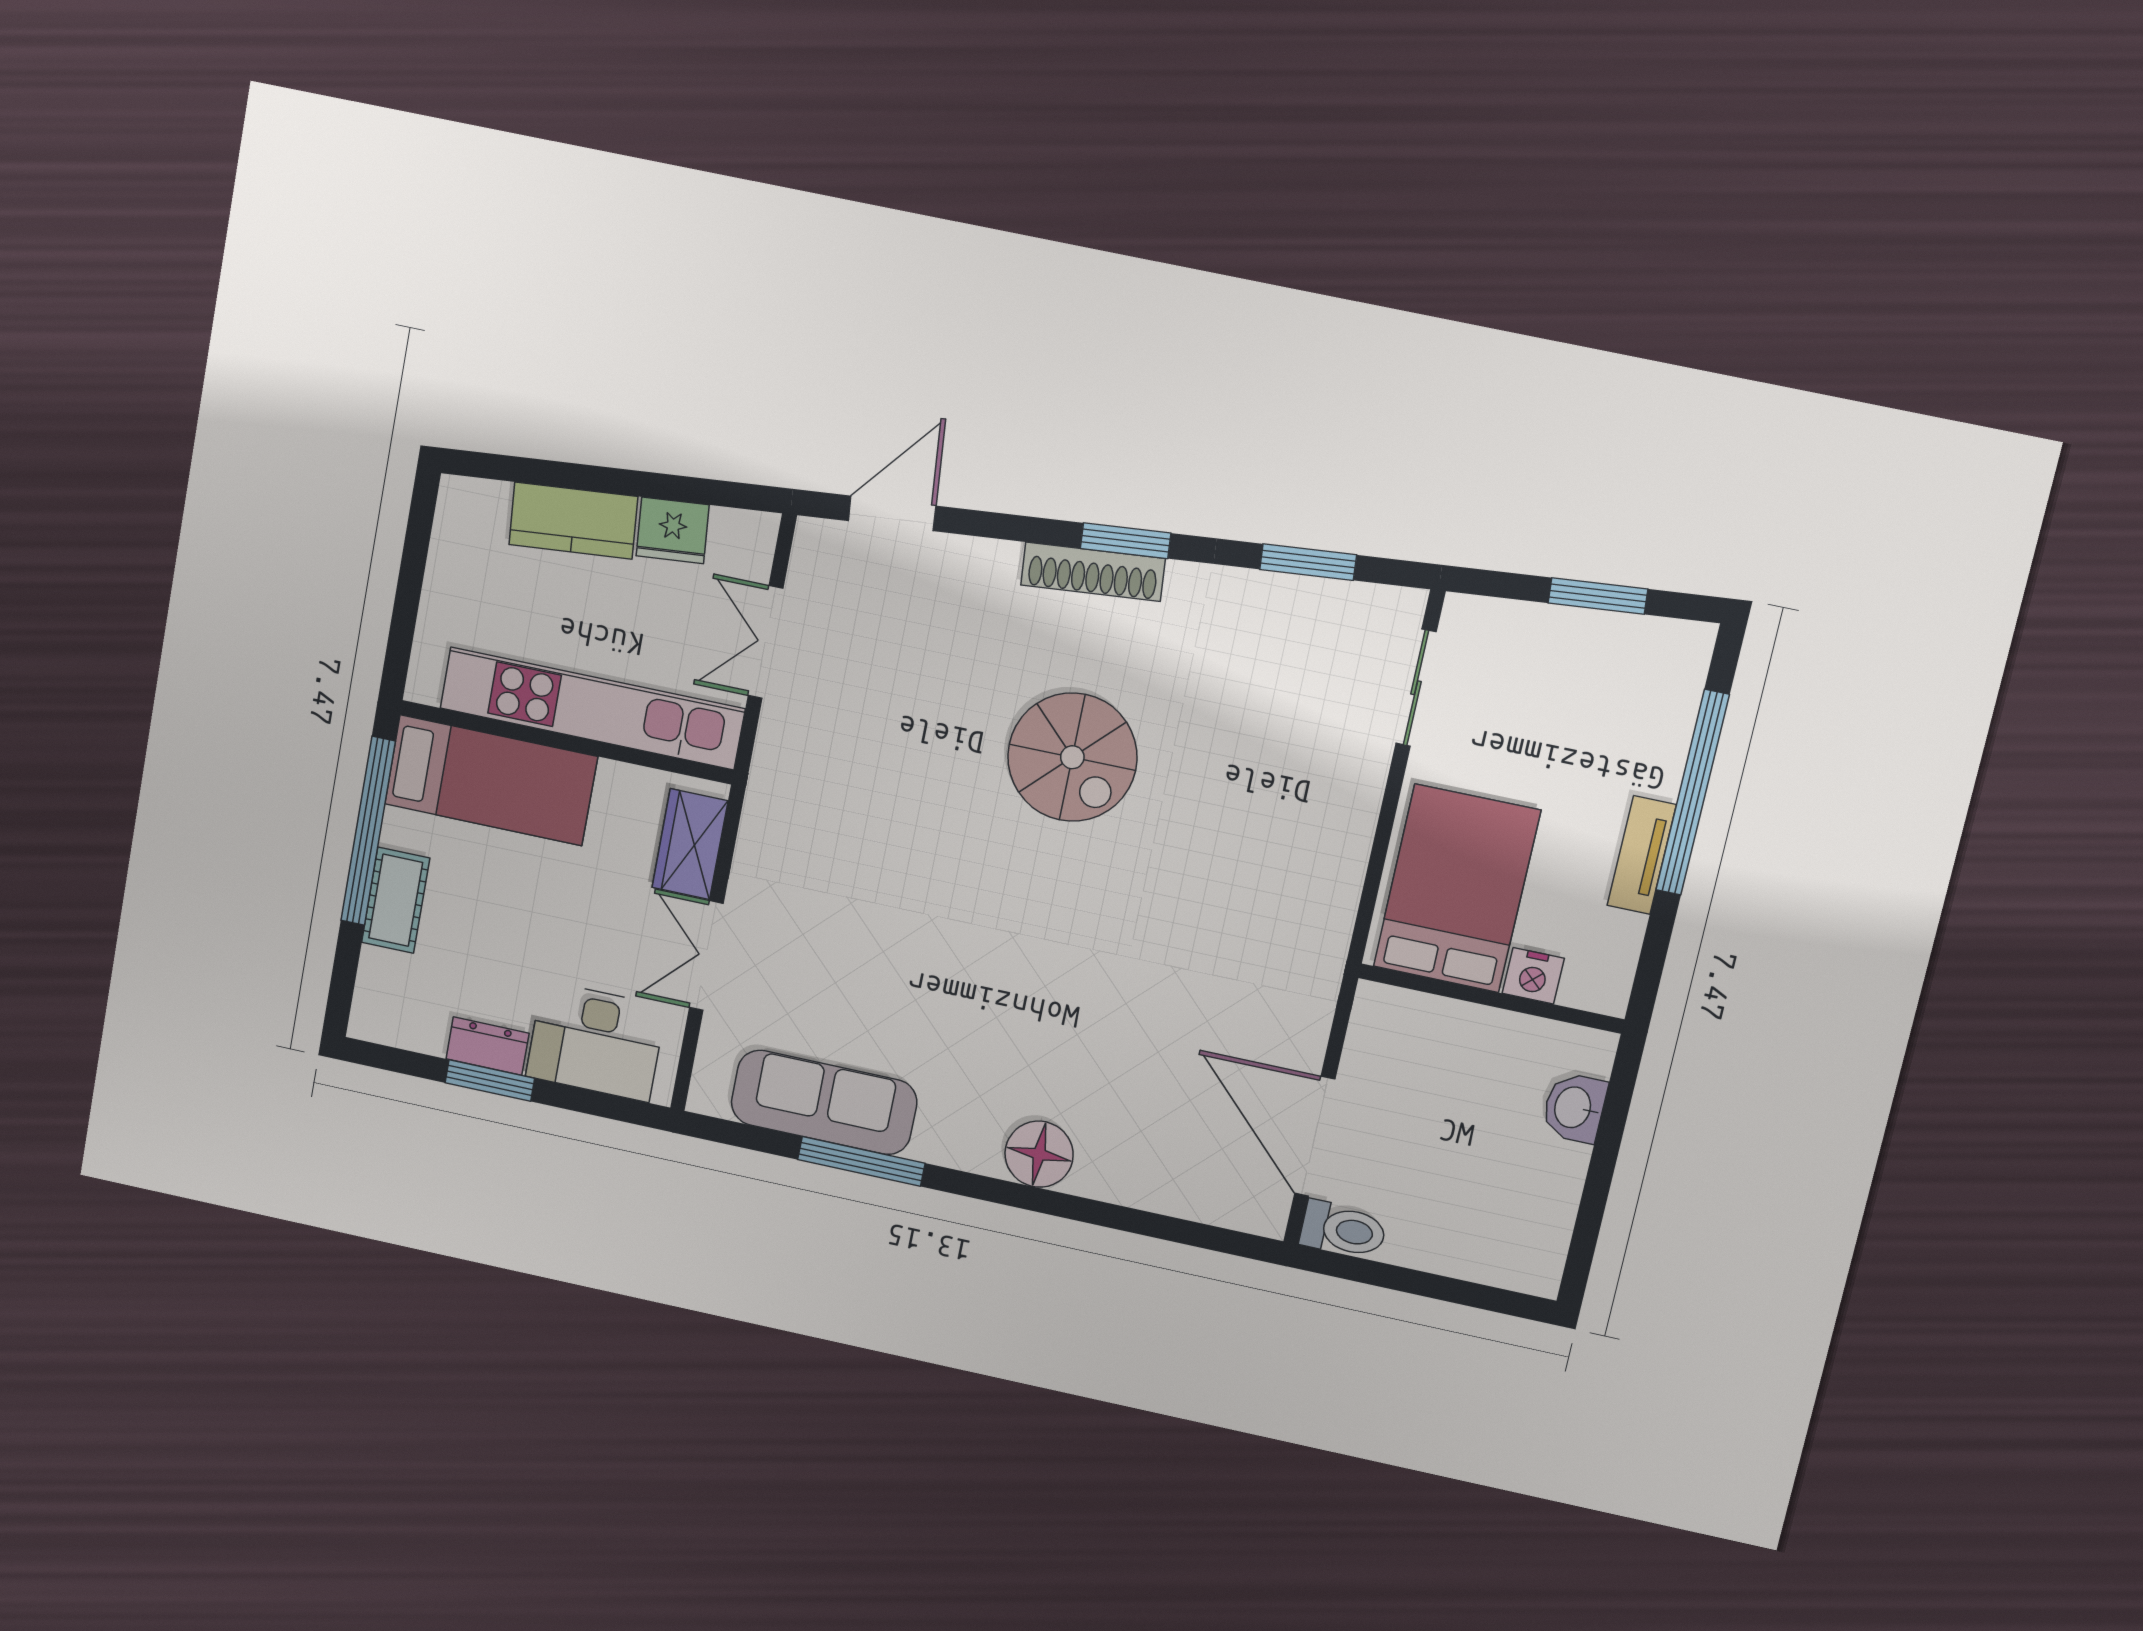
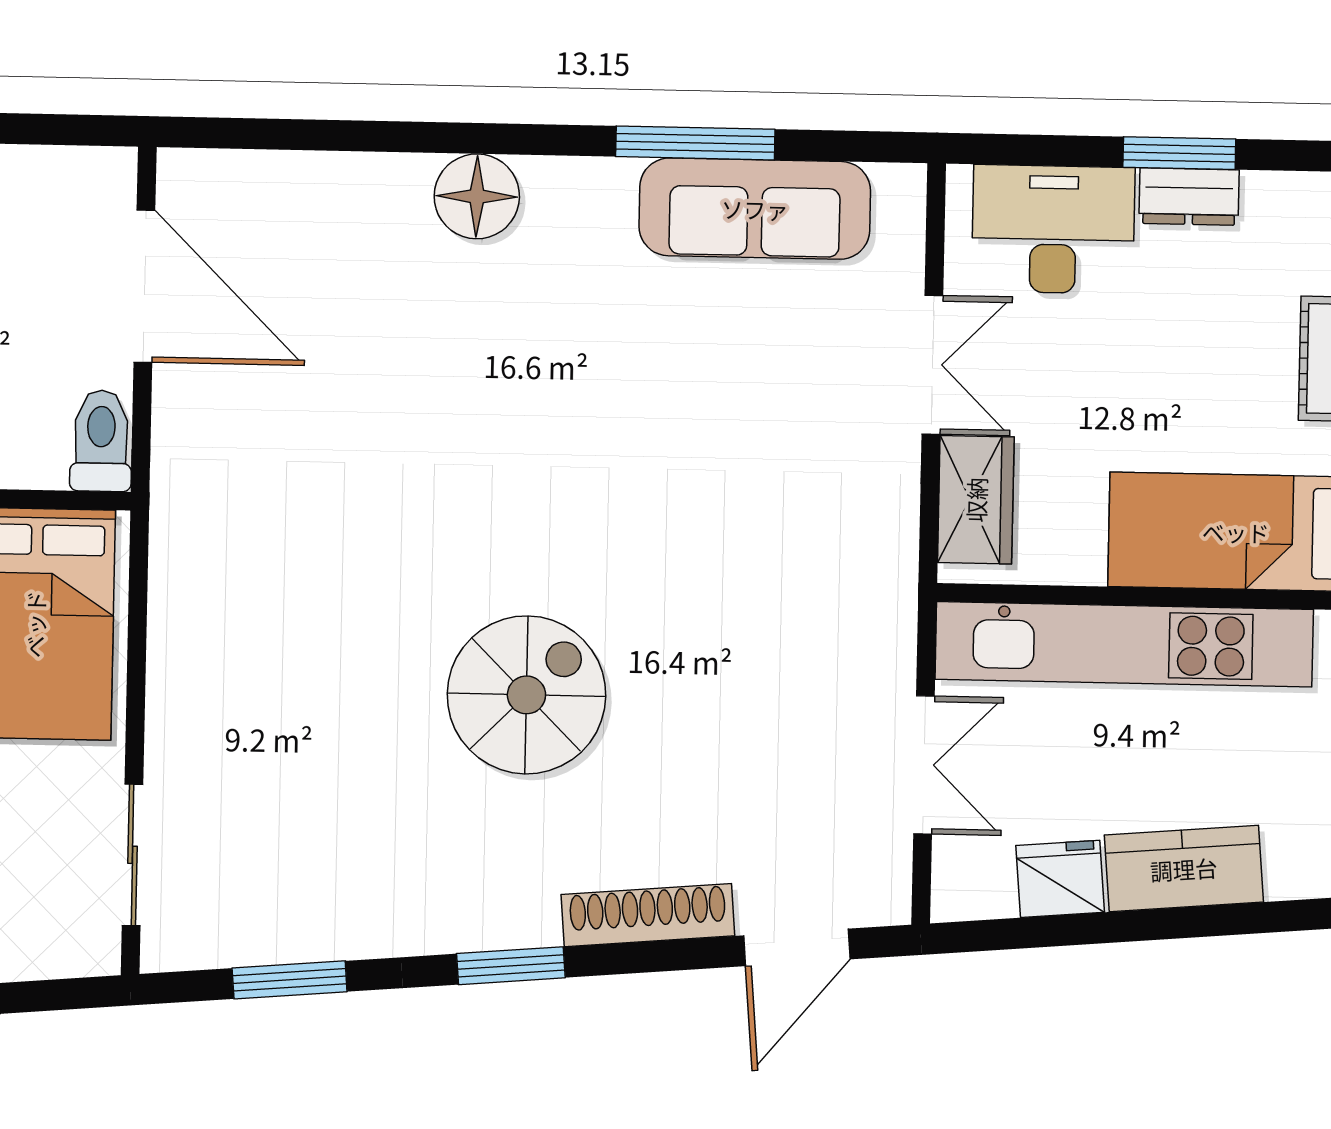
shoe rack: (1093, 572) -> (648, 915), moved
spiral stairs: (1072, 757) -> (526, 695), turned 90
toilet: (1343, 1230) -> (101, 441), moved, turned 90

